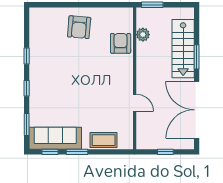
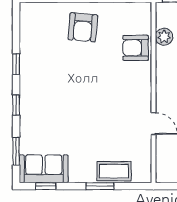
armchair: (121, 43) -> (136, 48), turned -90
sofa: (55, 138) -> (44, 169), width x0.73
window: (77, 152) -> (100, 186), moved

